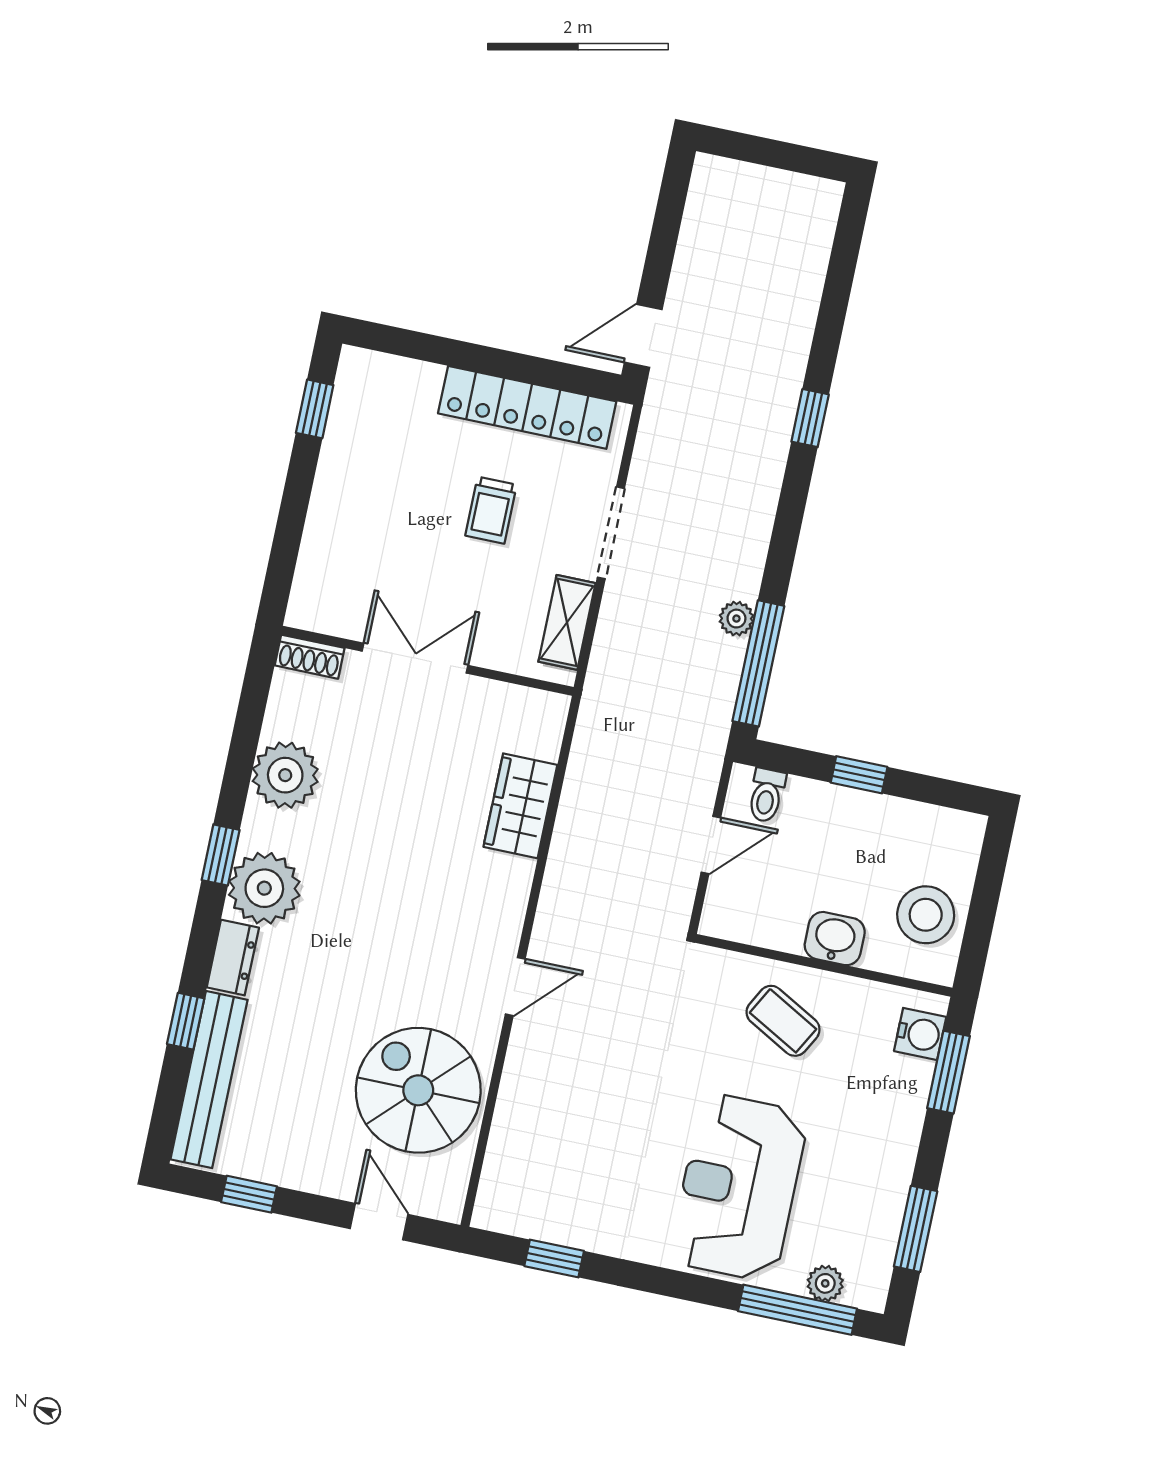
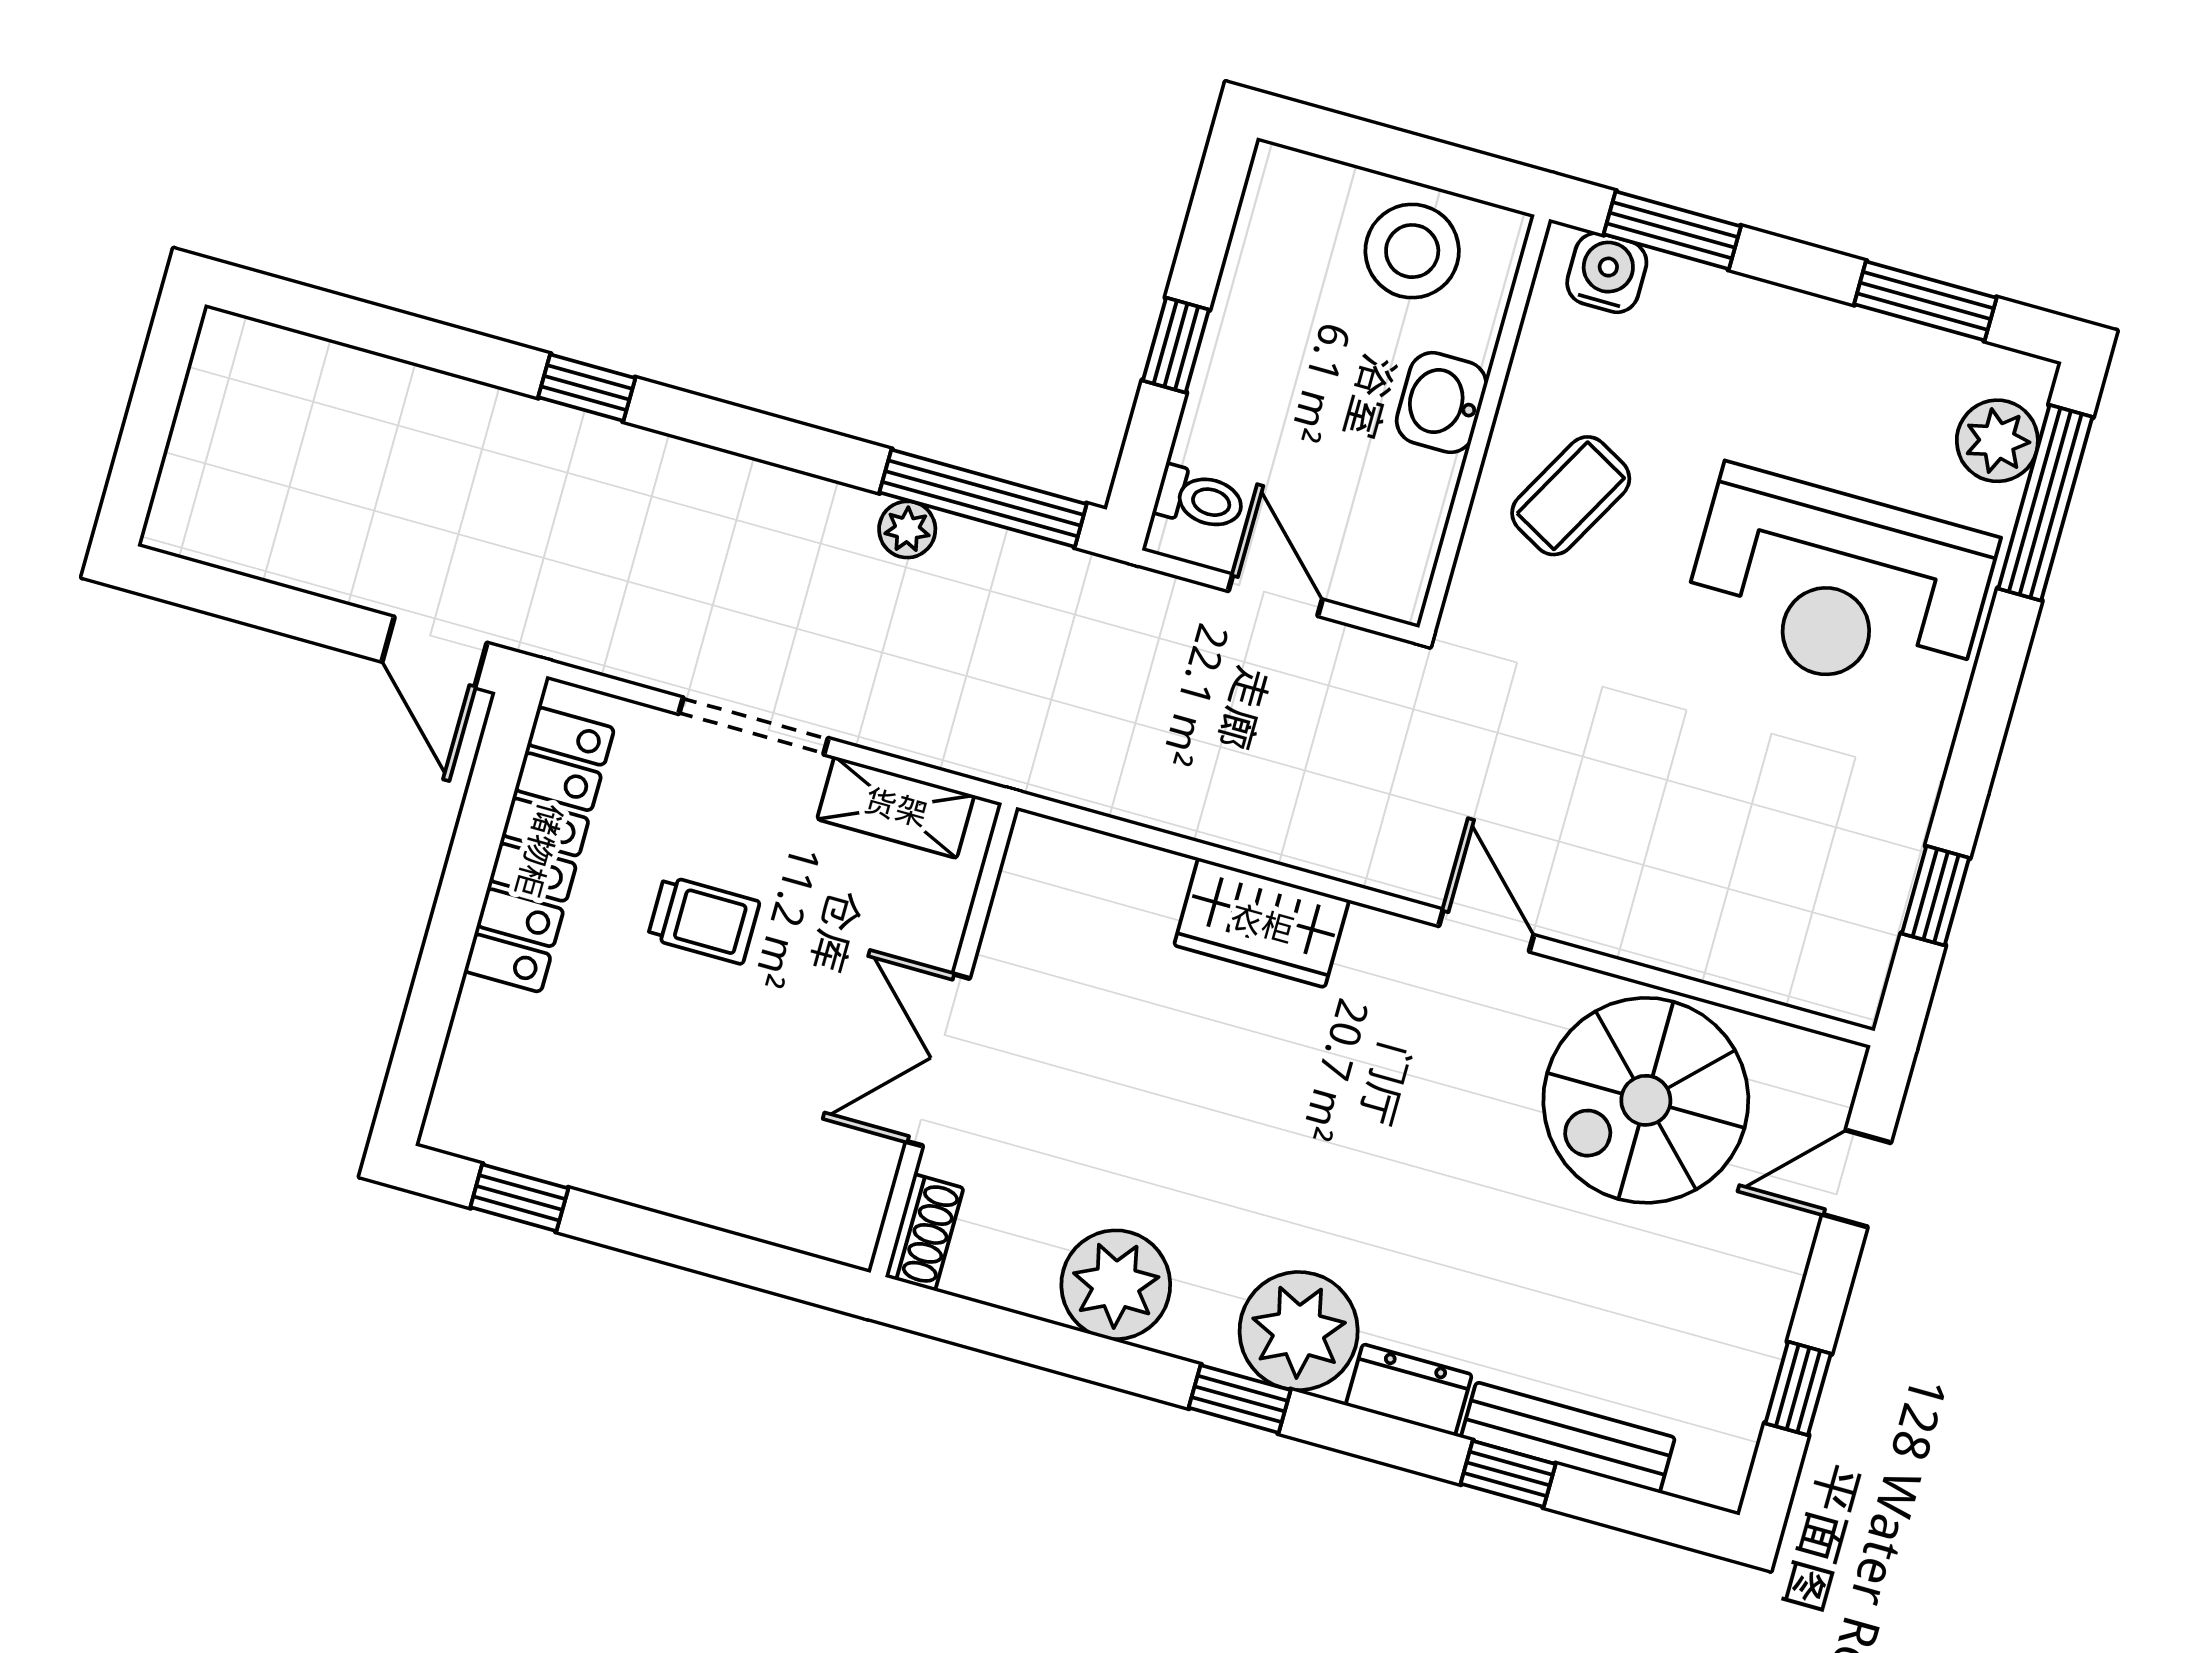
wardrobe: (520, 806) -> (1262, 923), moved
bench: (209, 1080) -> (1568, 1438), width x0.73, depth x0.82
plant: (825, 1283) -> (1997, 441), width x1.38, depth x1.38

